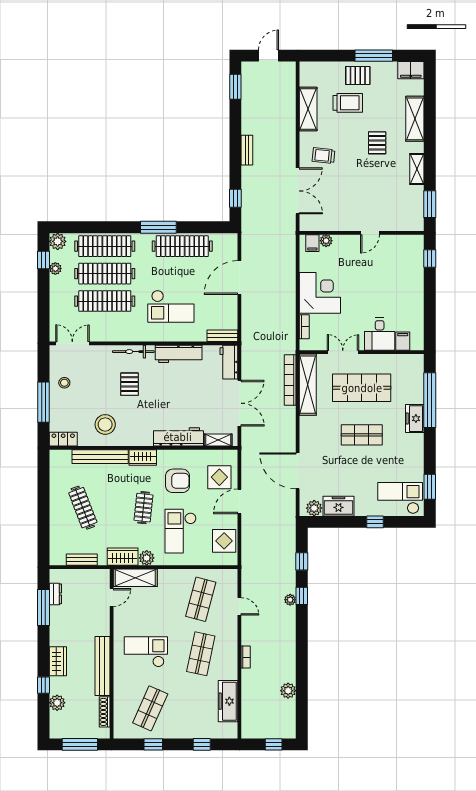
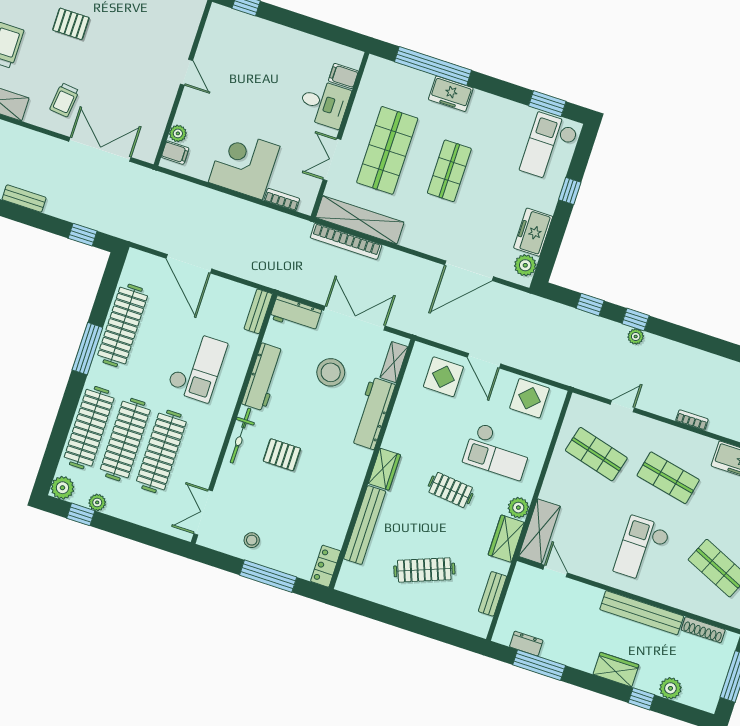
stool: (105, 424) -> (331, 372), moved
armchair: (178, 481) -> (430, 433), removed

